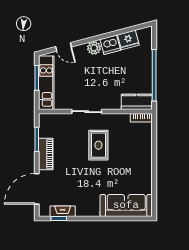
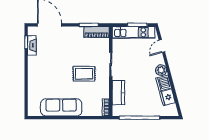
kitchen counter: (137, 102) -> (118, 93), moved
piano: (46, 154) -> (97, 32), moved
sofa: (126, 205) -> (61, 107), moved, turned -90

